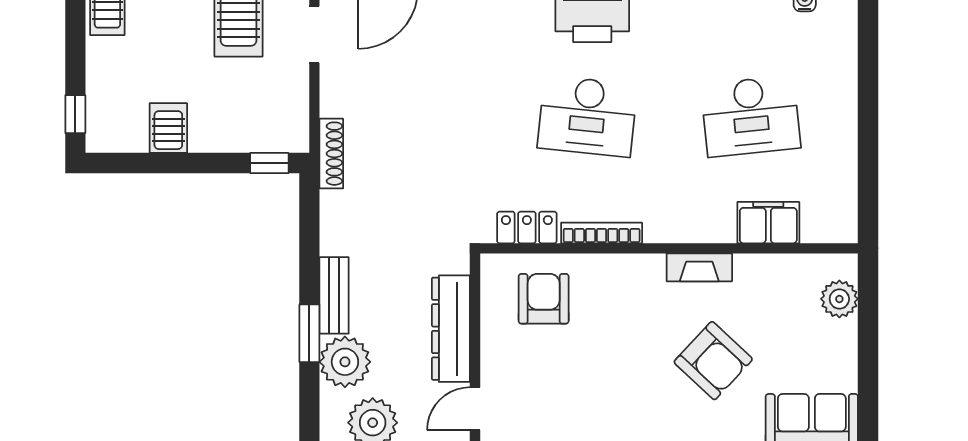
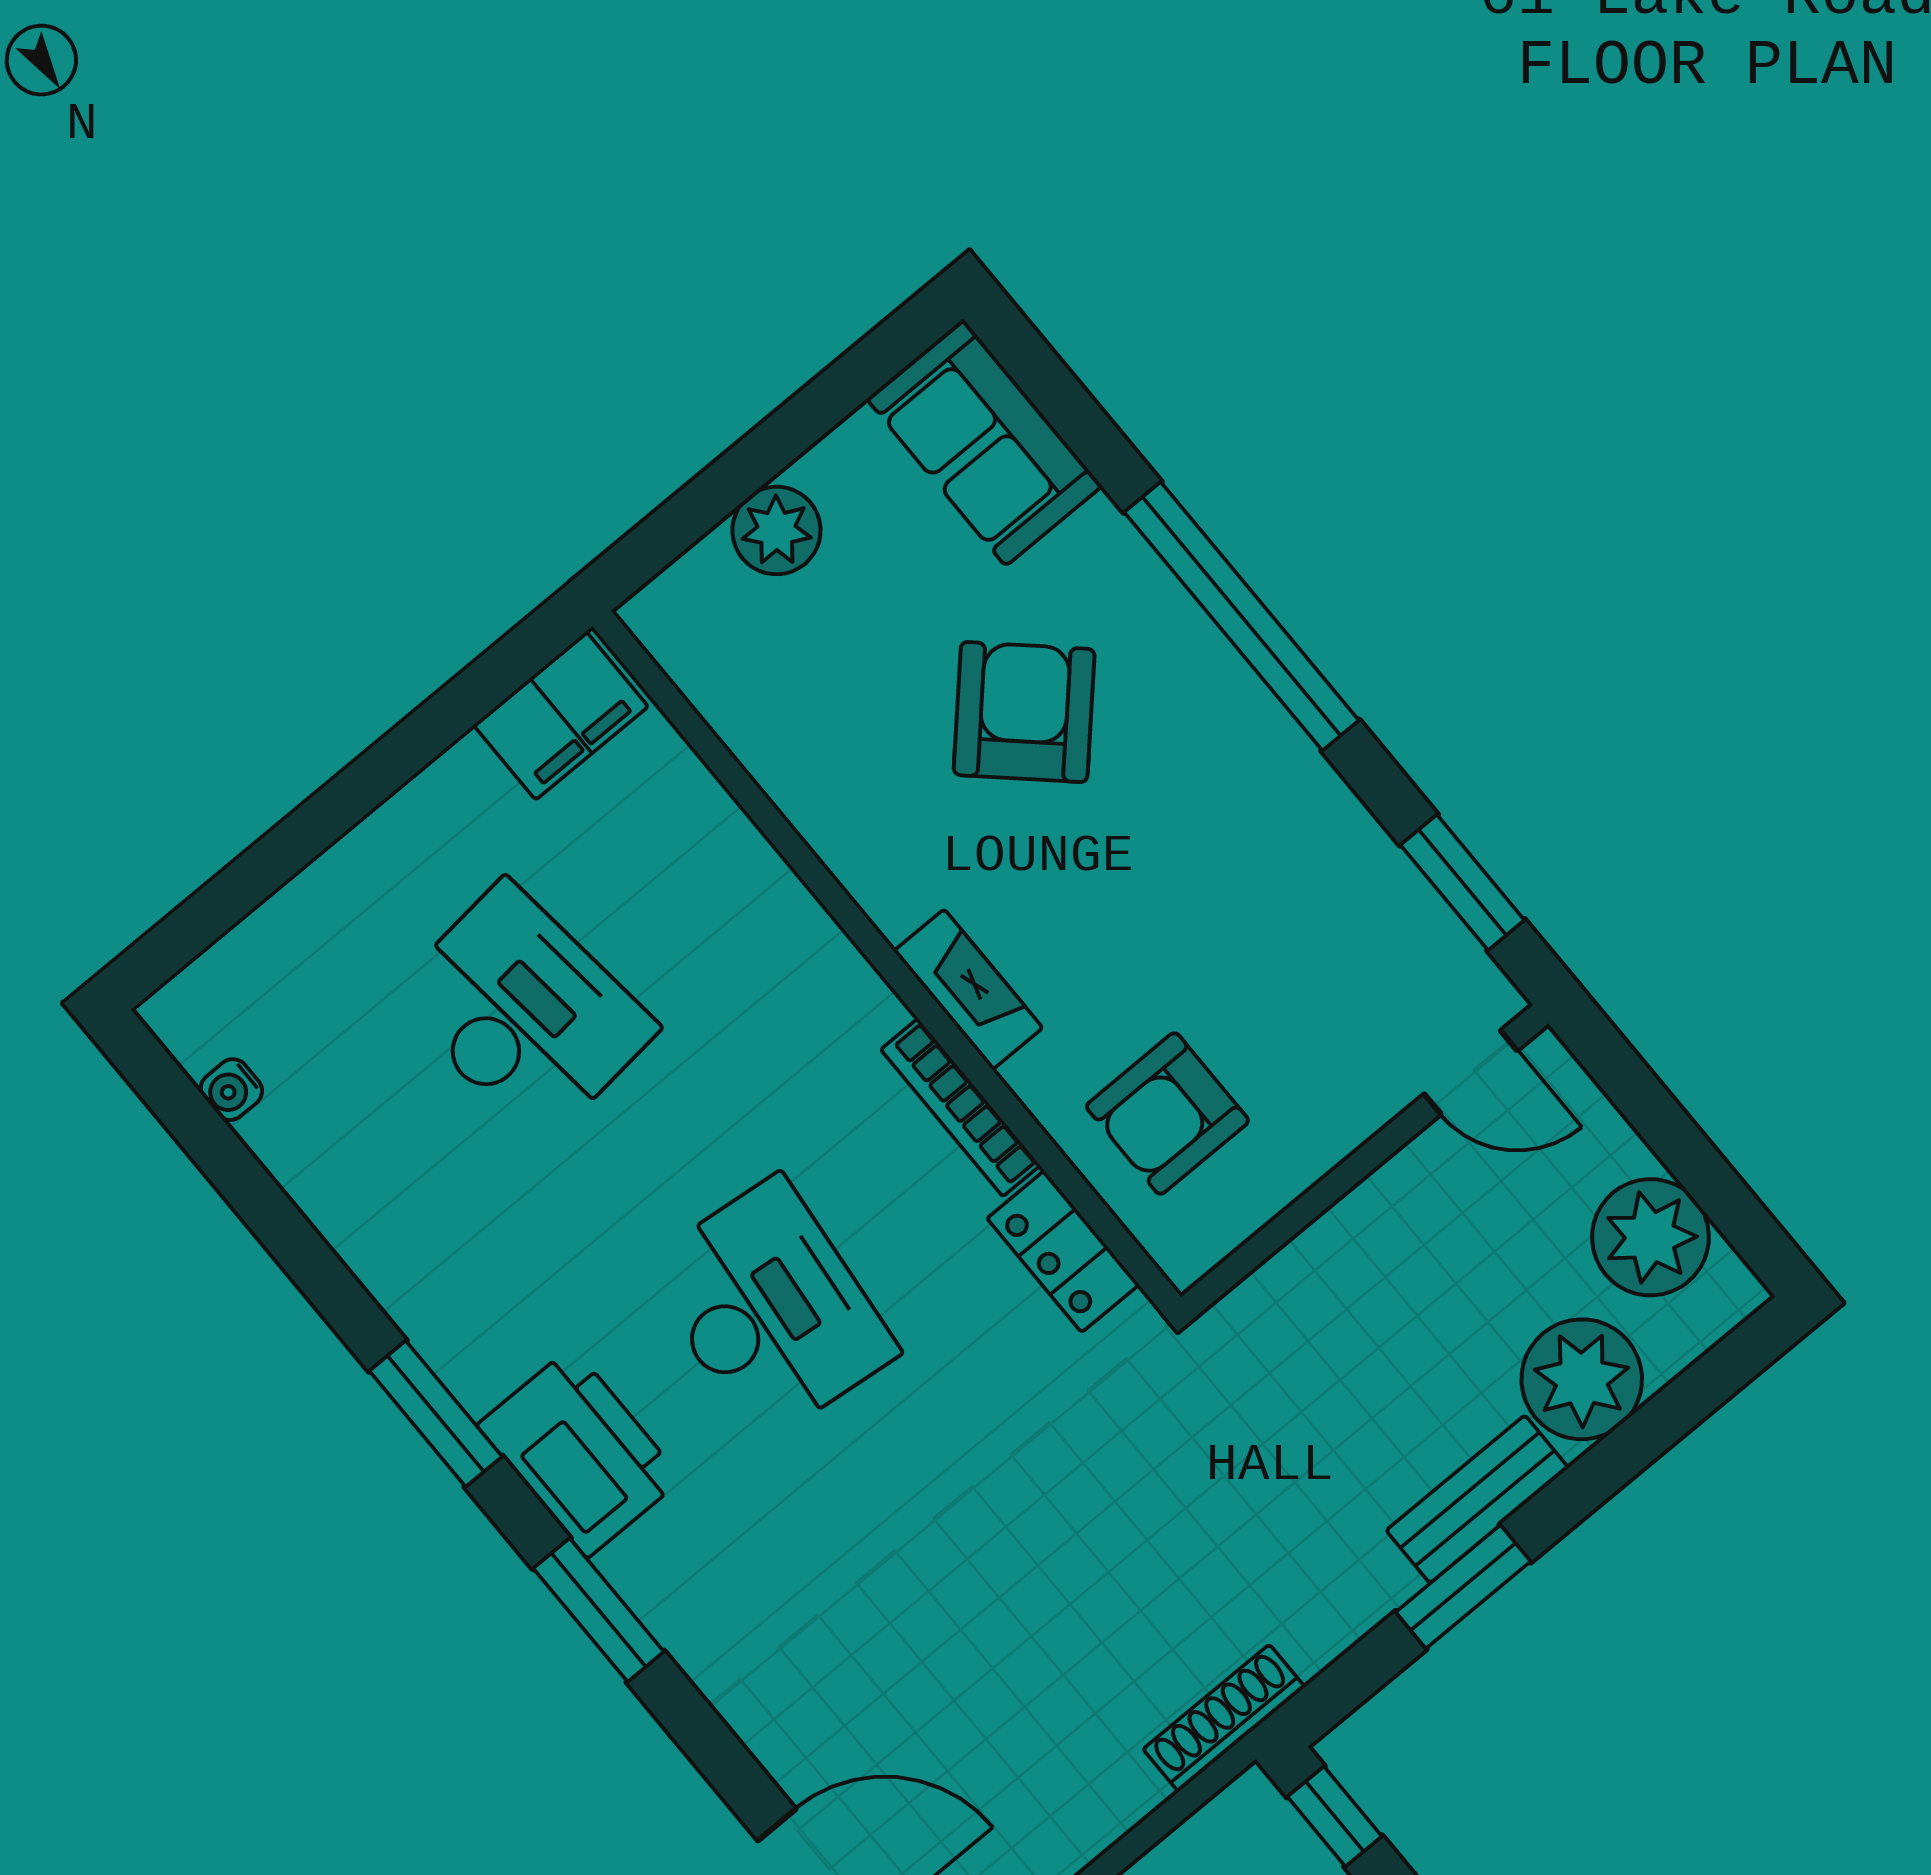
filing cabinet: (768, 223) -> (561, 716), moved, turned -90
fireplace: (699, 267) -> (968, 990), moved
plant: (839, 299) -> (776, 530), moved
dresser: (451, 329) -> (1362, 1237), removed
window: (309, 333) -> (1463, 1587), moved

